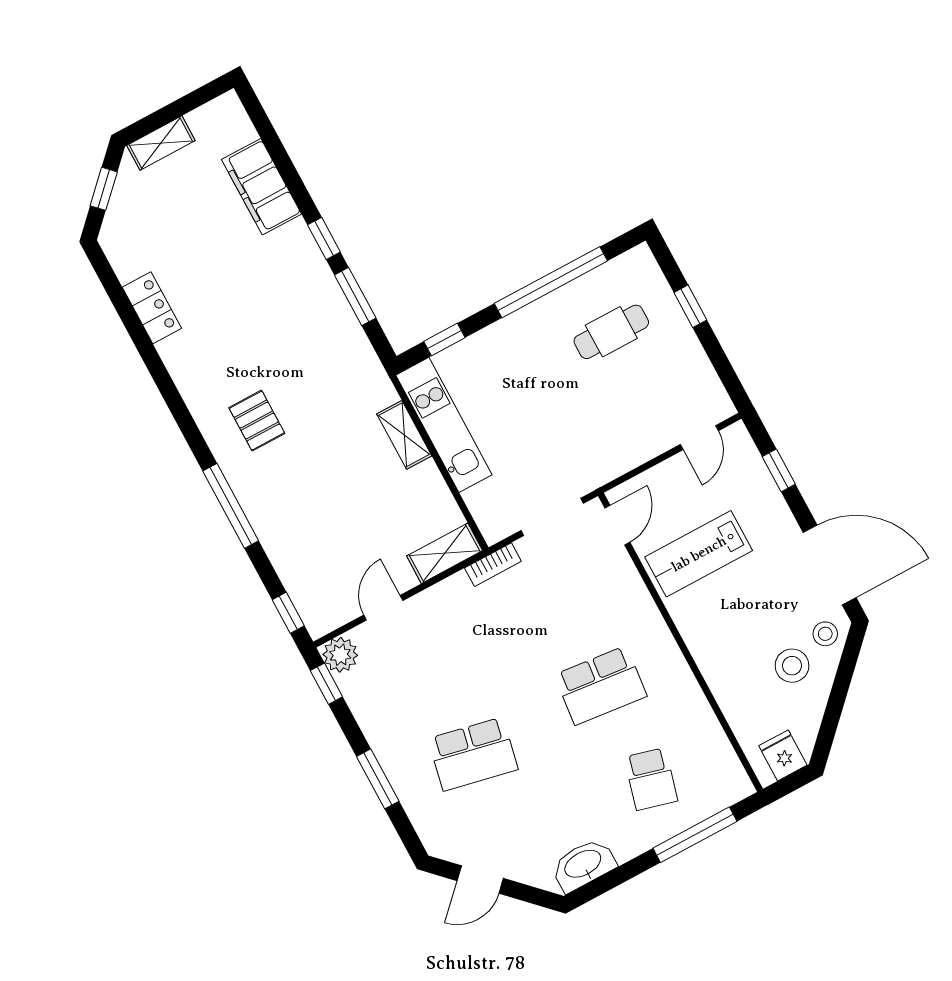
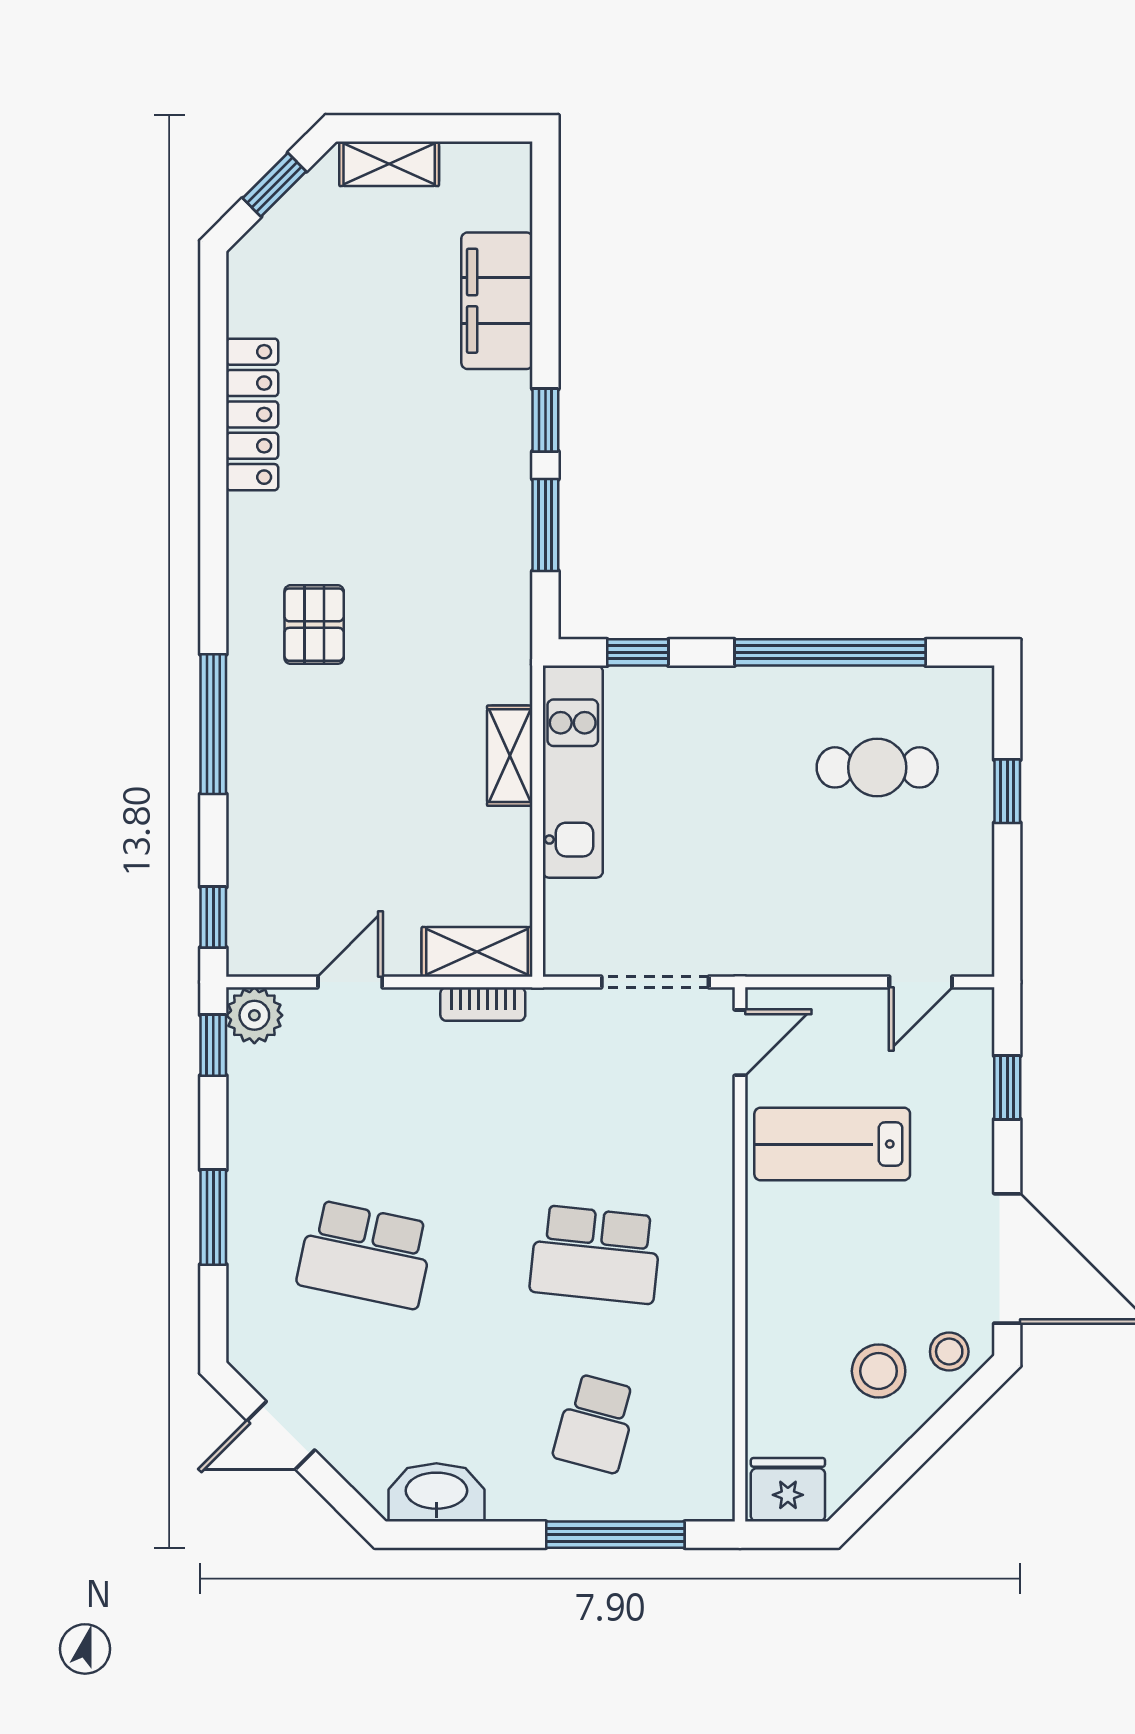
locker: (152, 308) -> (252, 414), width x1.53
bookcase: (493, 565) -> (483, 1004), moved
fridge: (783, 755) -> (788, 1490), width x1.38

